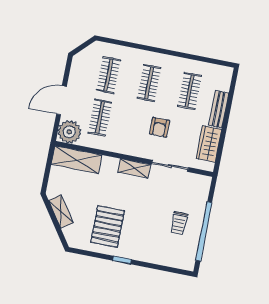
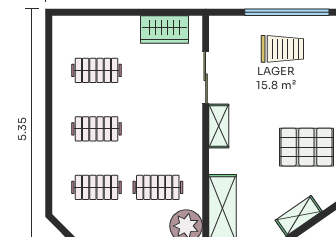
bench: (219, 109) -> (114, 25), removed
armchair: (159, 127) -> (155, 102), removed
trolley: (179, 223) -> (282, 49), width x1.36, depth x1.39

